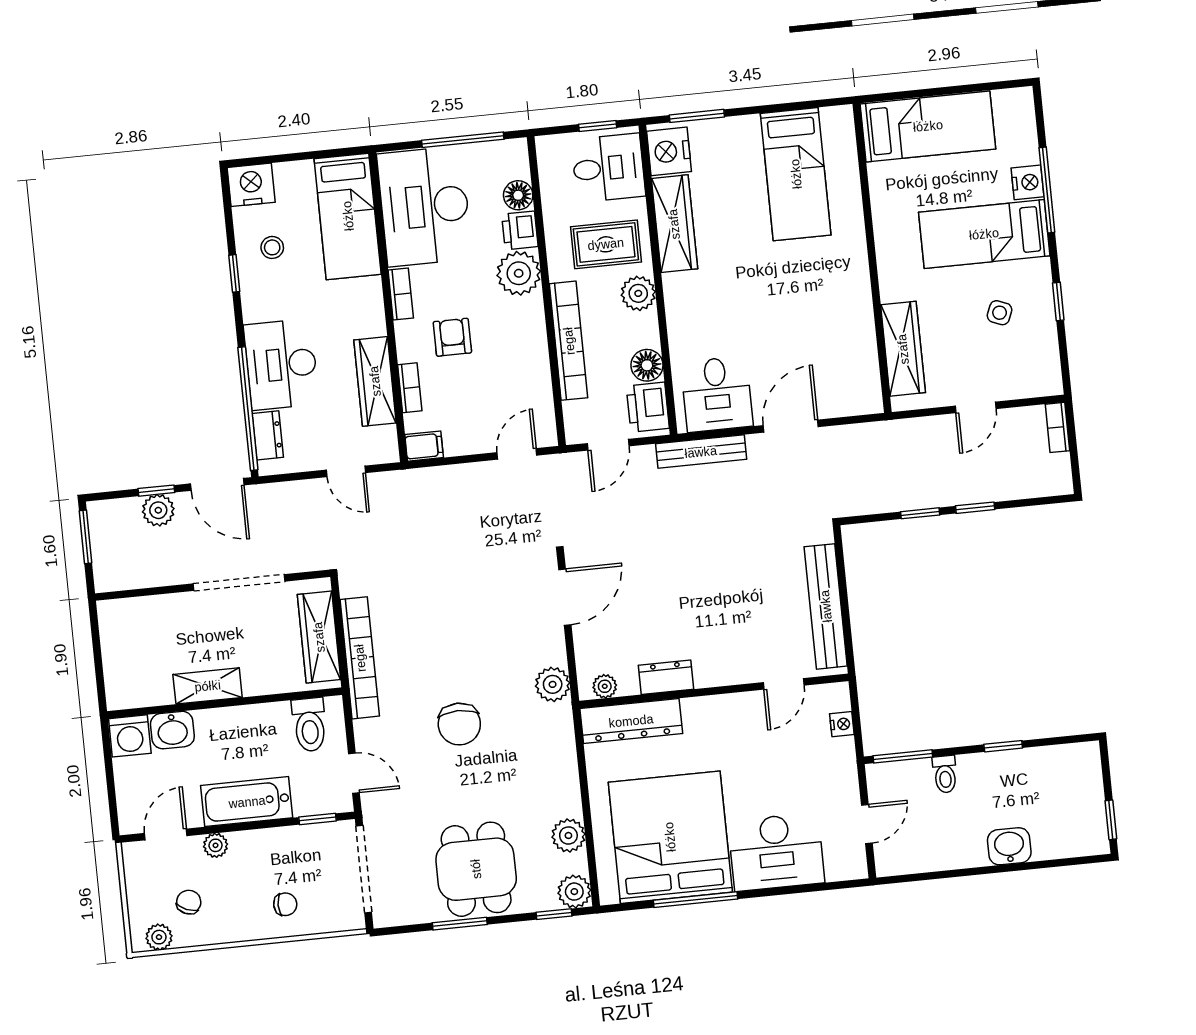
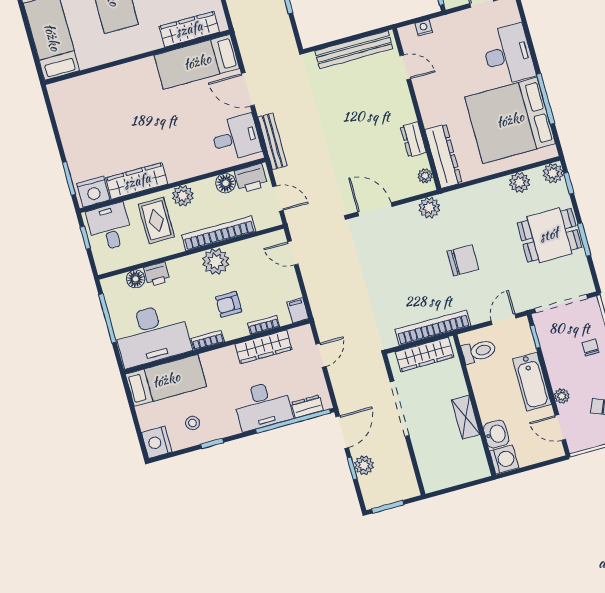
bed: (796, 174) -> (197, 62), moved, turned 180
plant: (519, 273) -> (216, 262), moved

